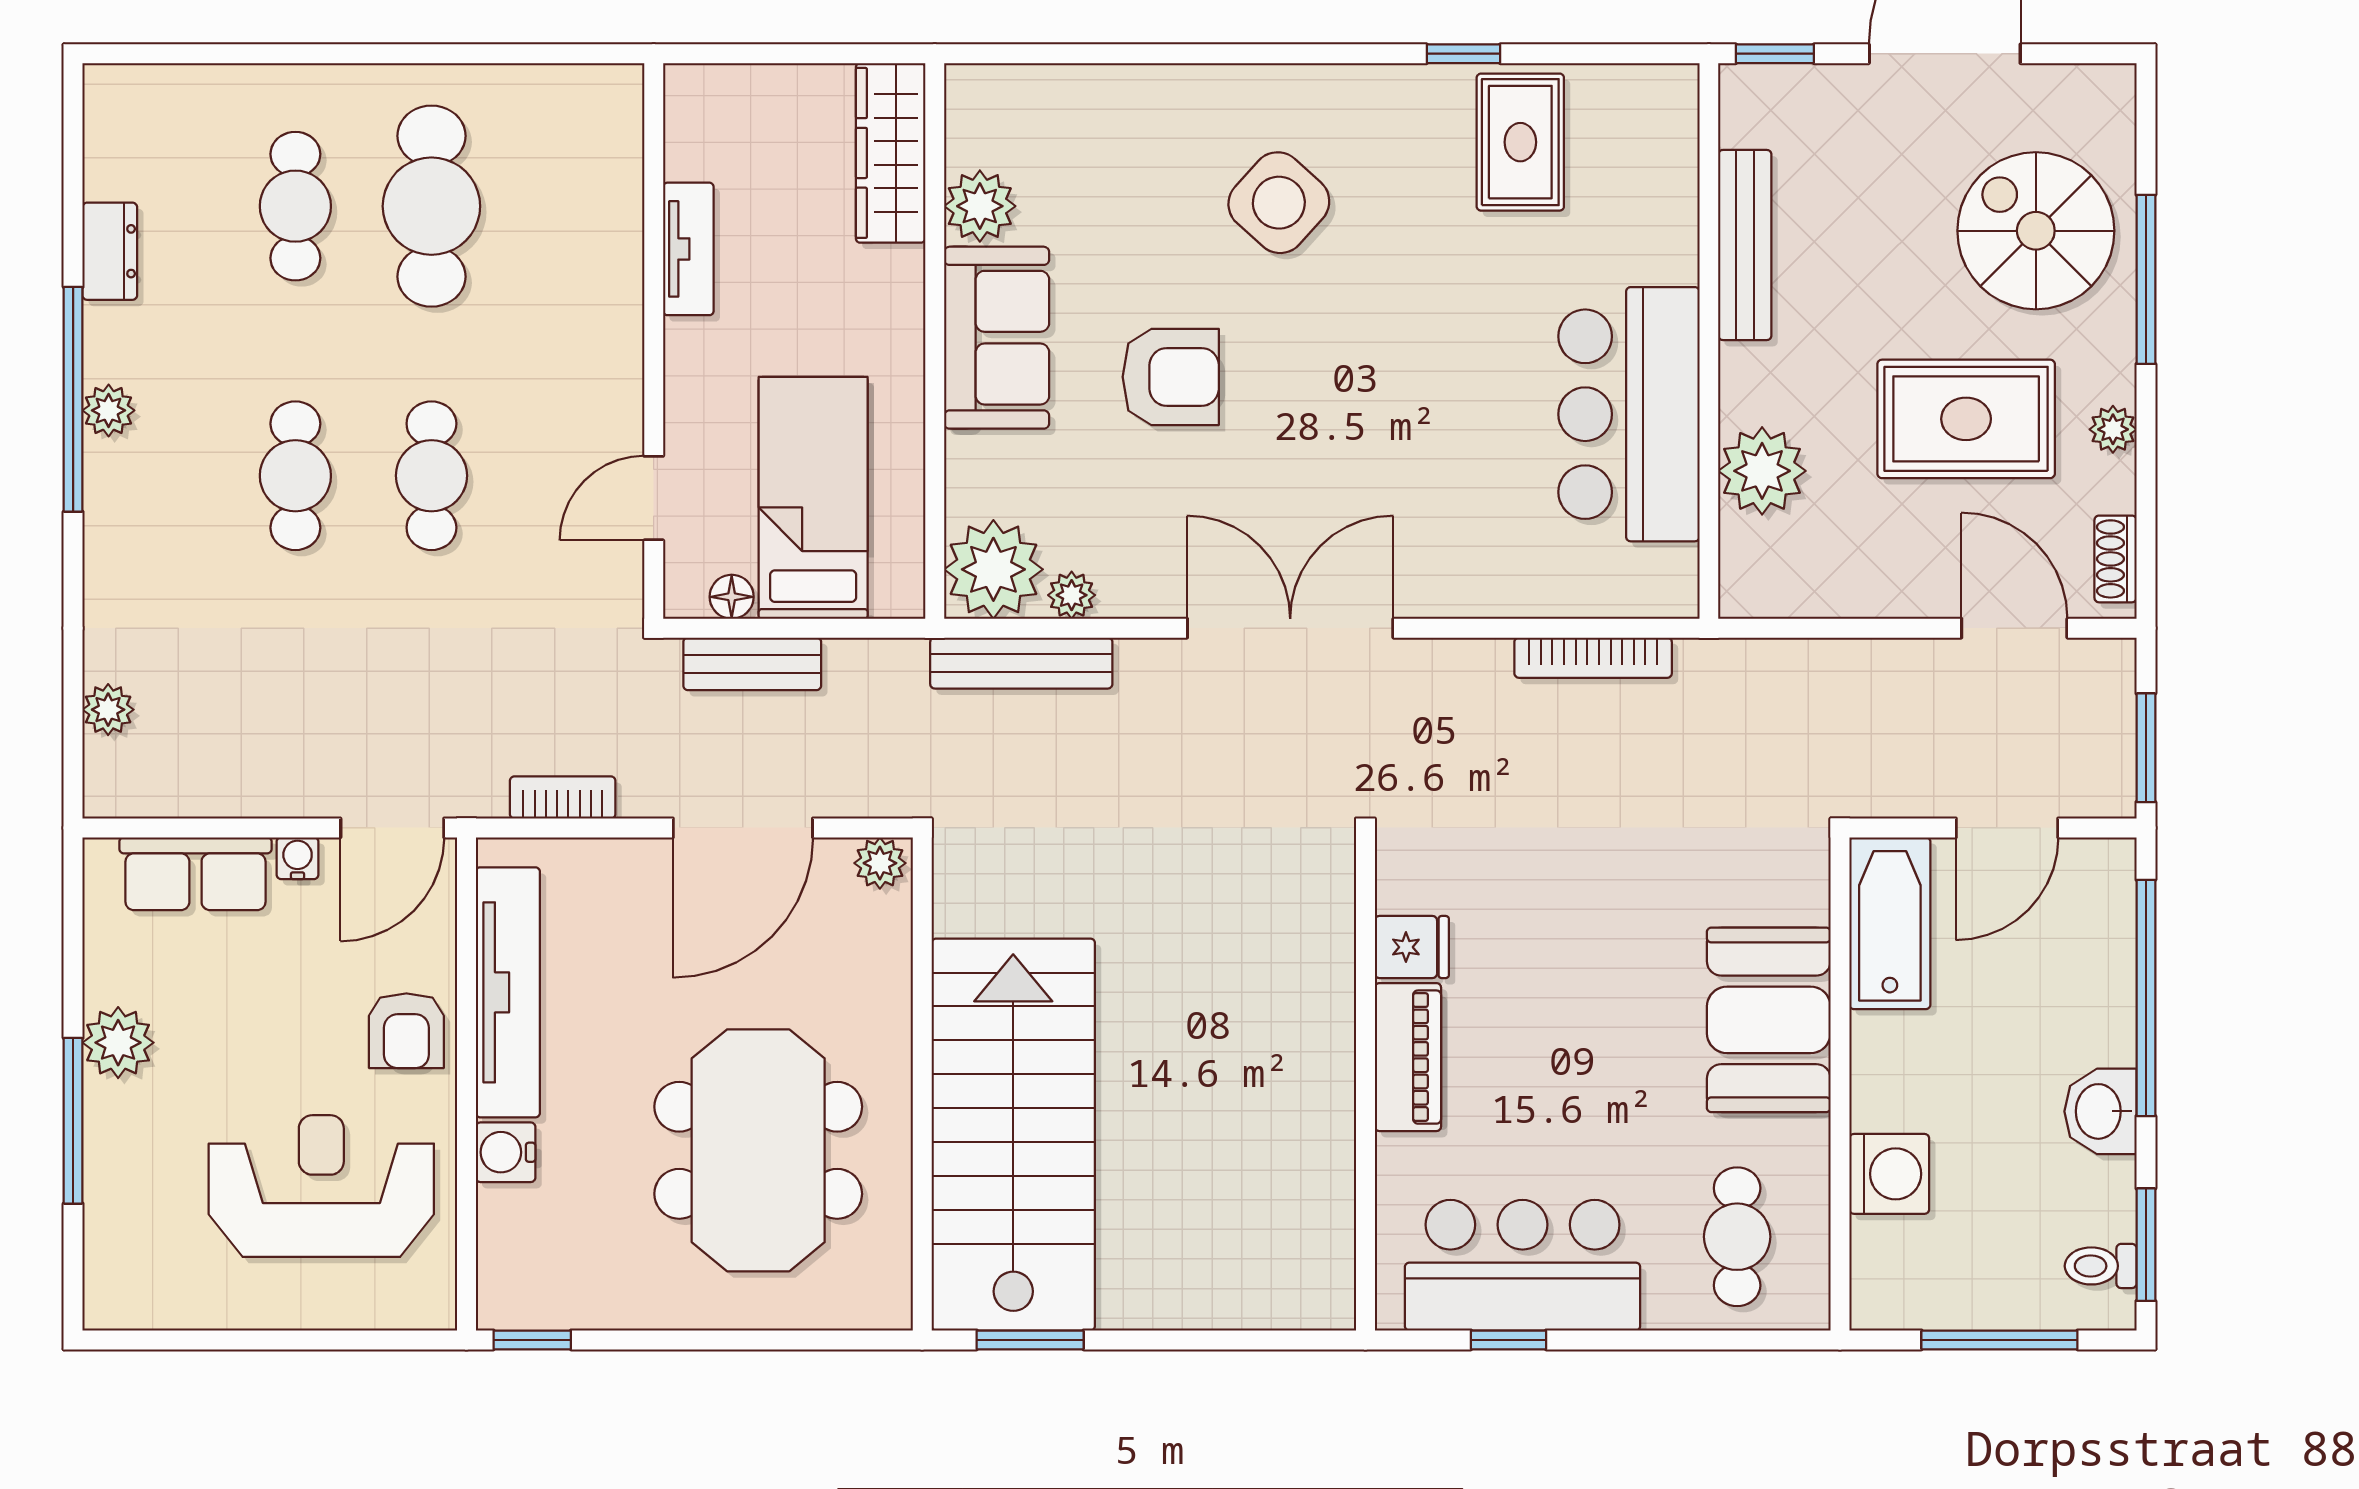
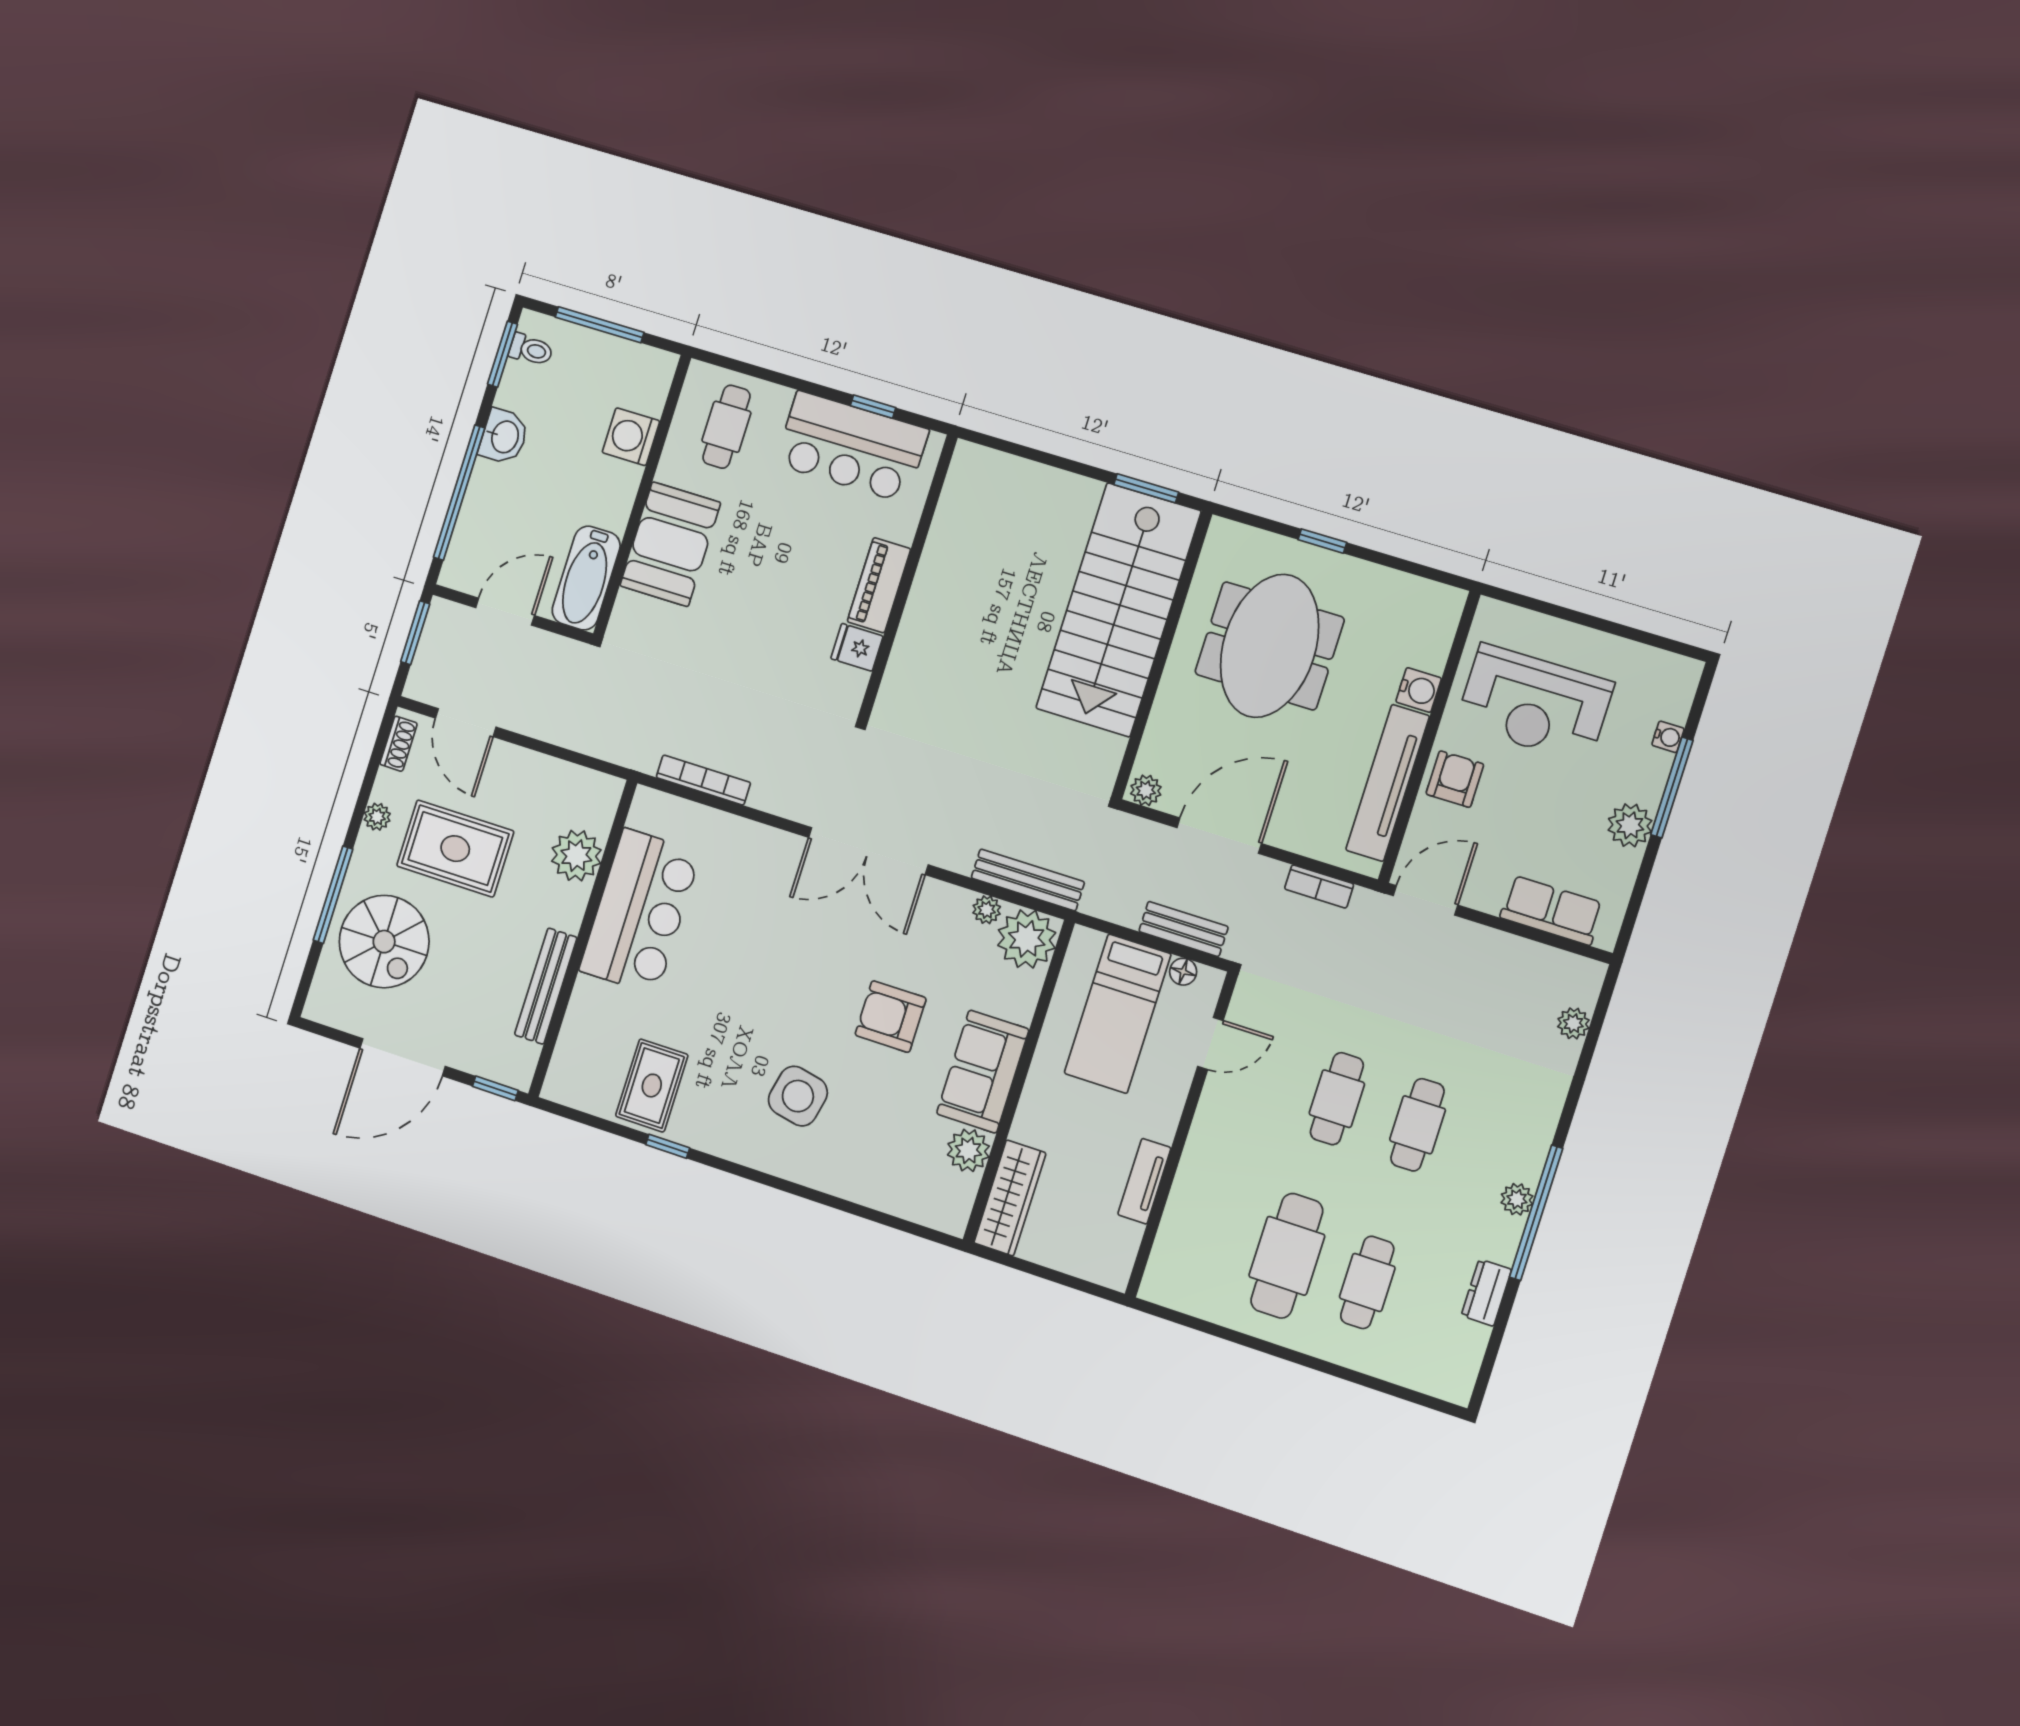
side table: (1279, 203) -> (798, 1096), turned -30
water cooler: (298, 858) -> (1668, 737), moved, turned -90
window: (532, 1340) -> (1322, 541), moved

